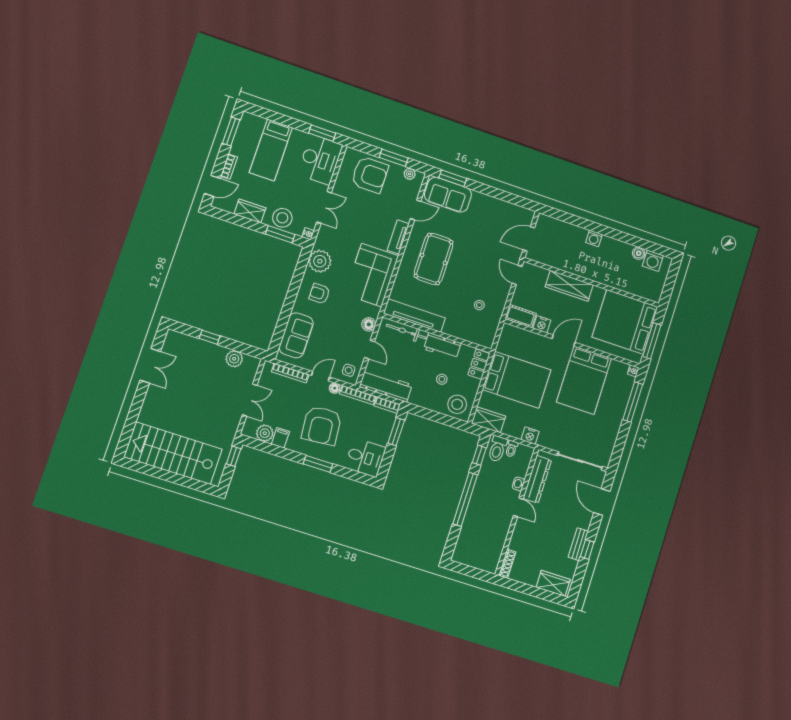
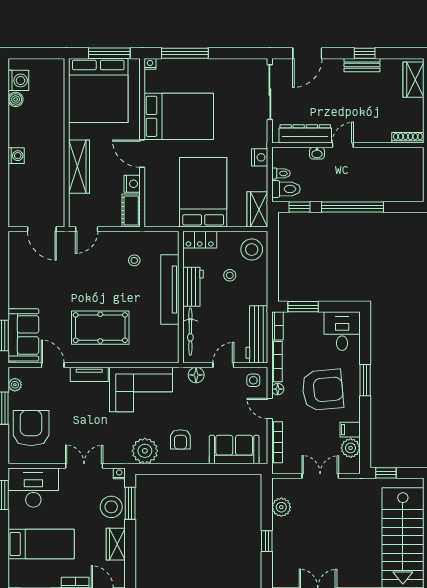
tv unit: (414, 316) -> (170, 289), moved

